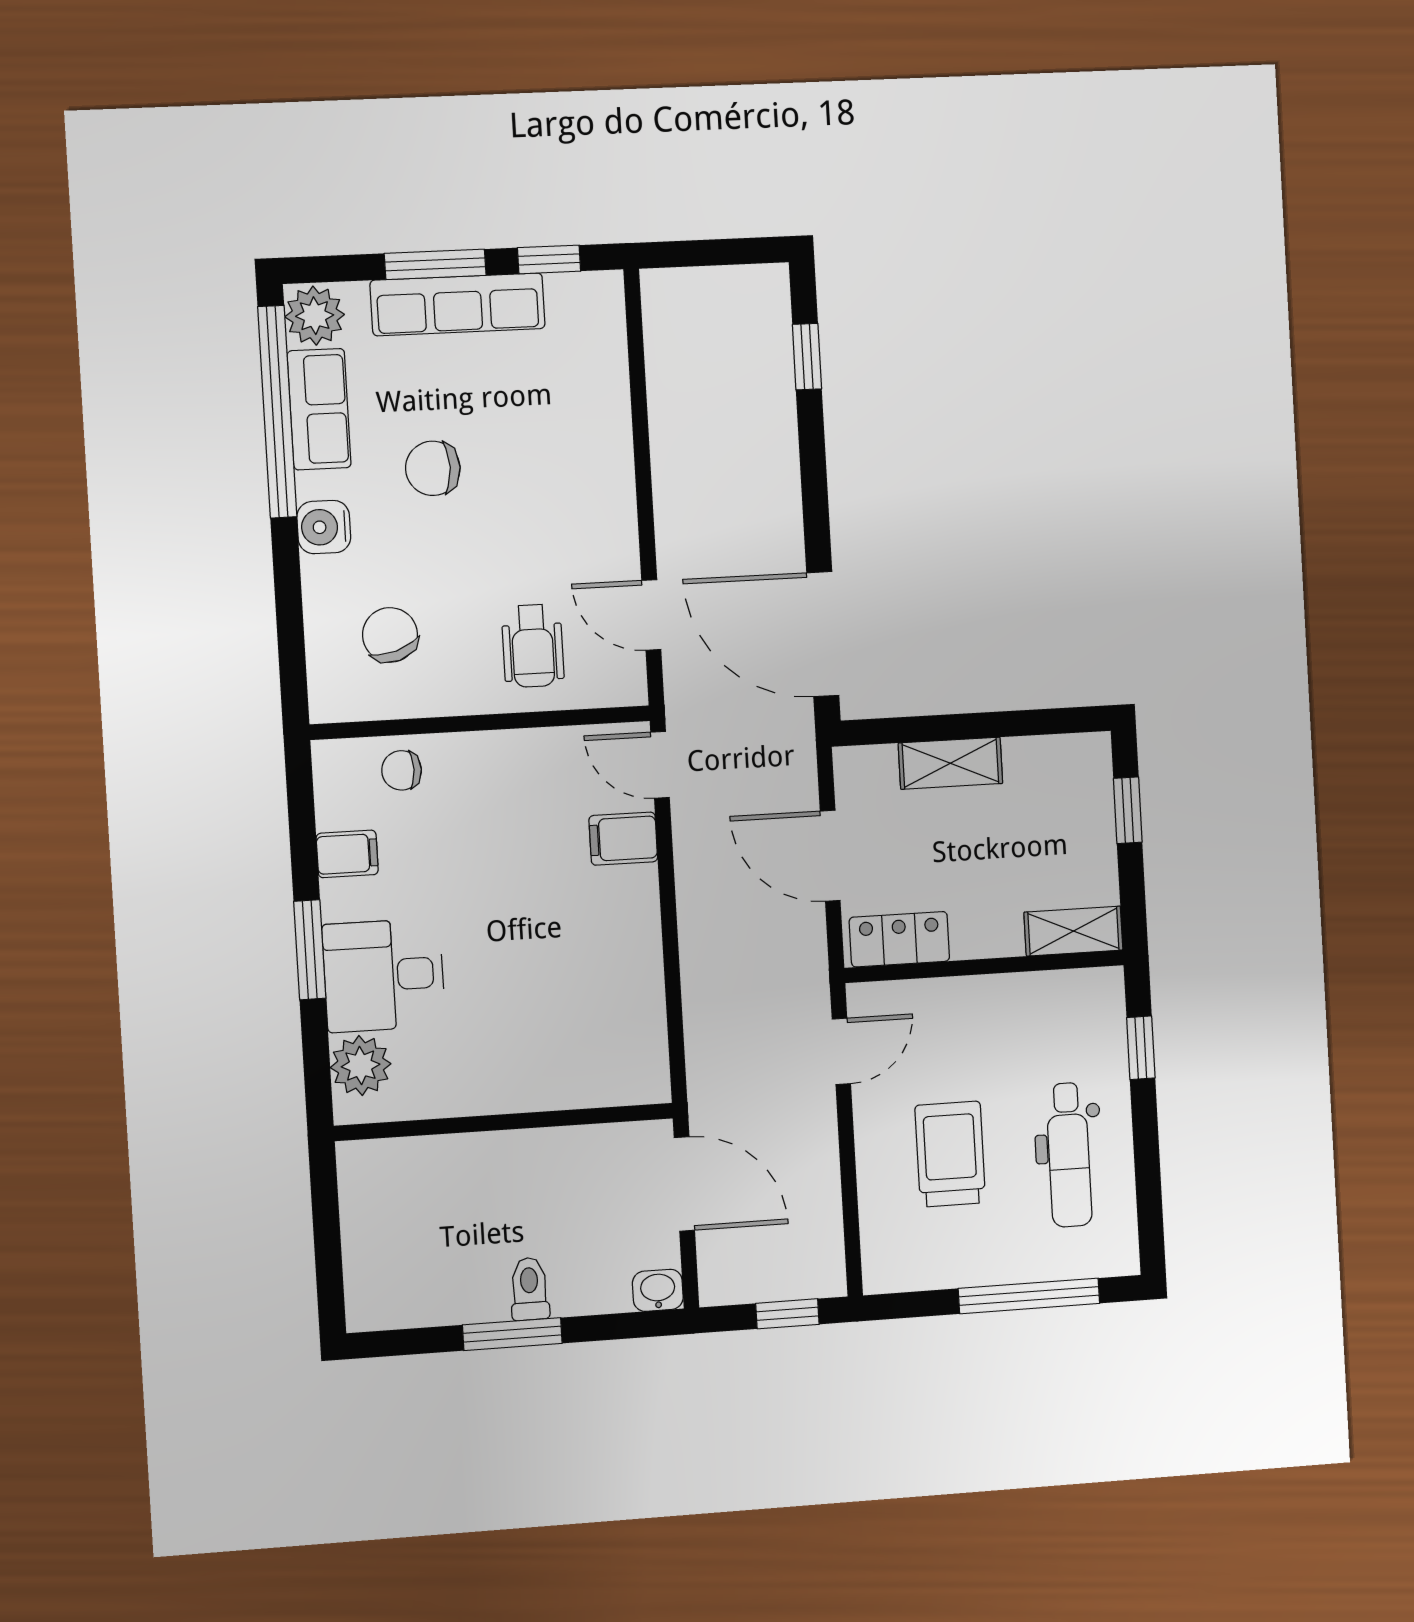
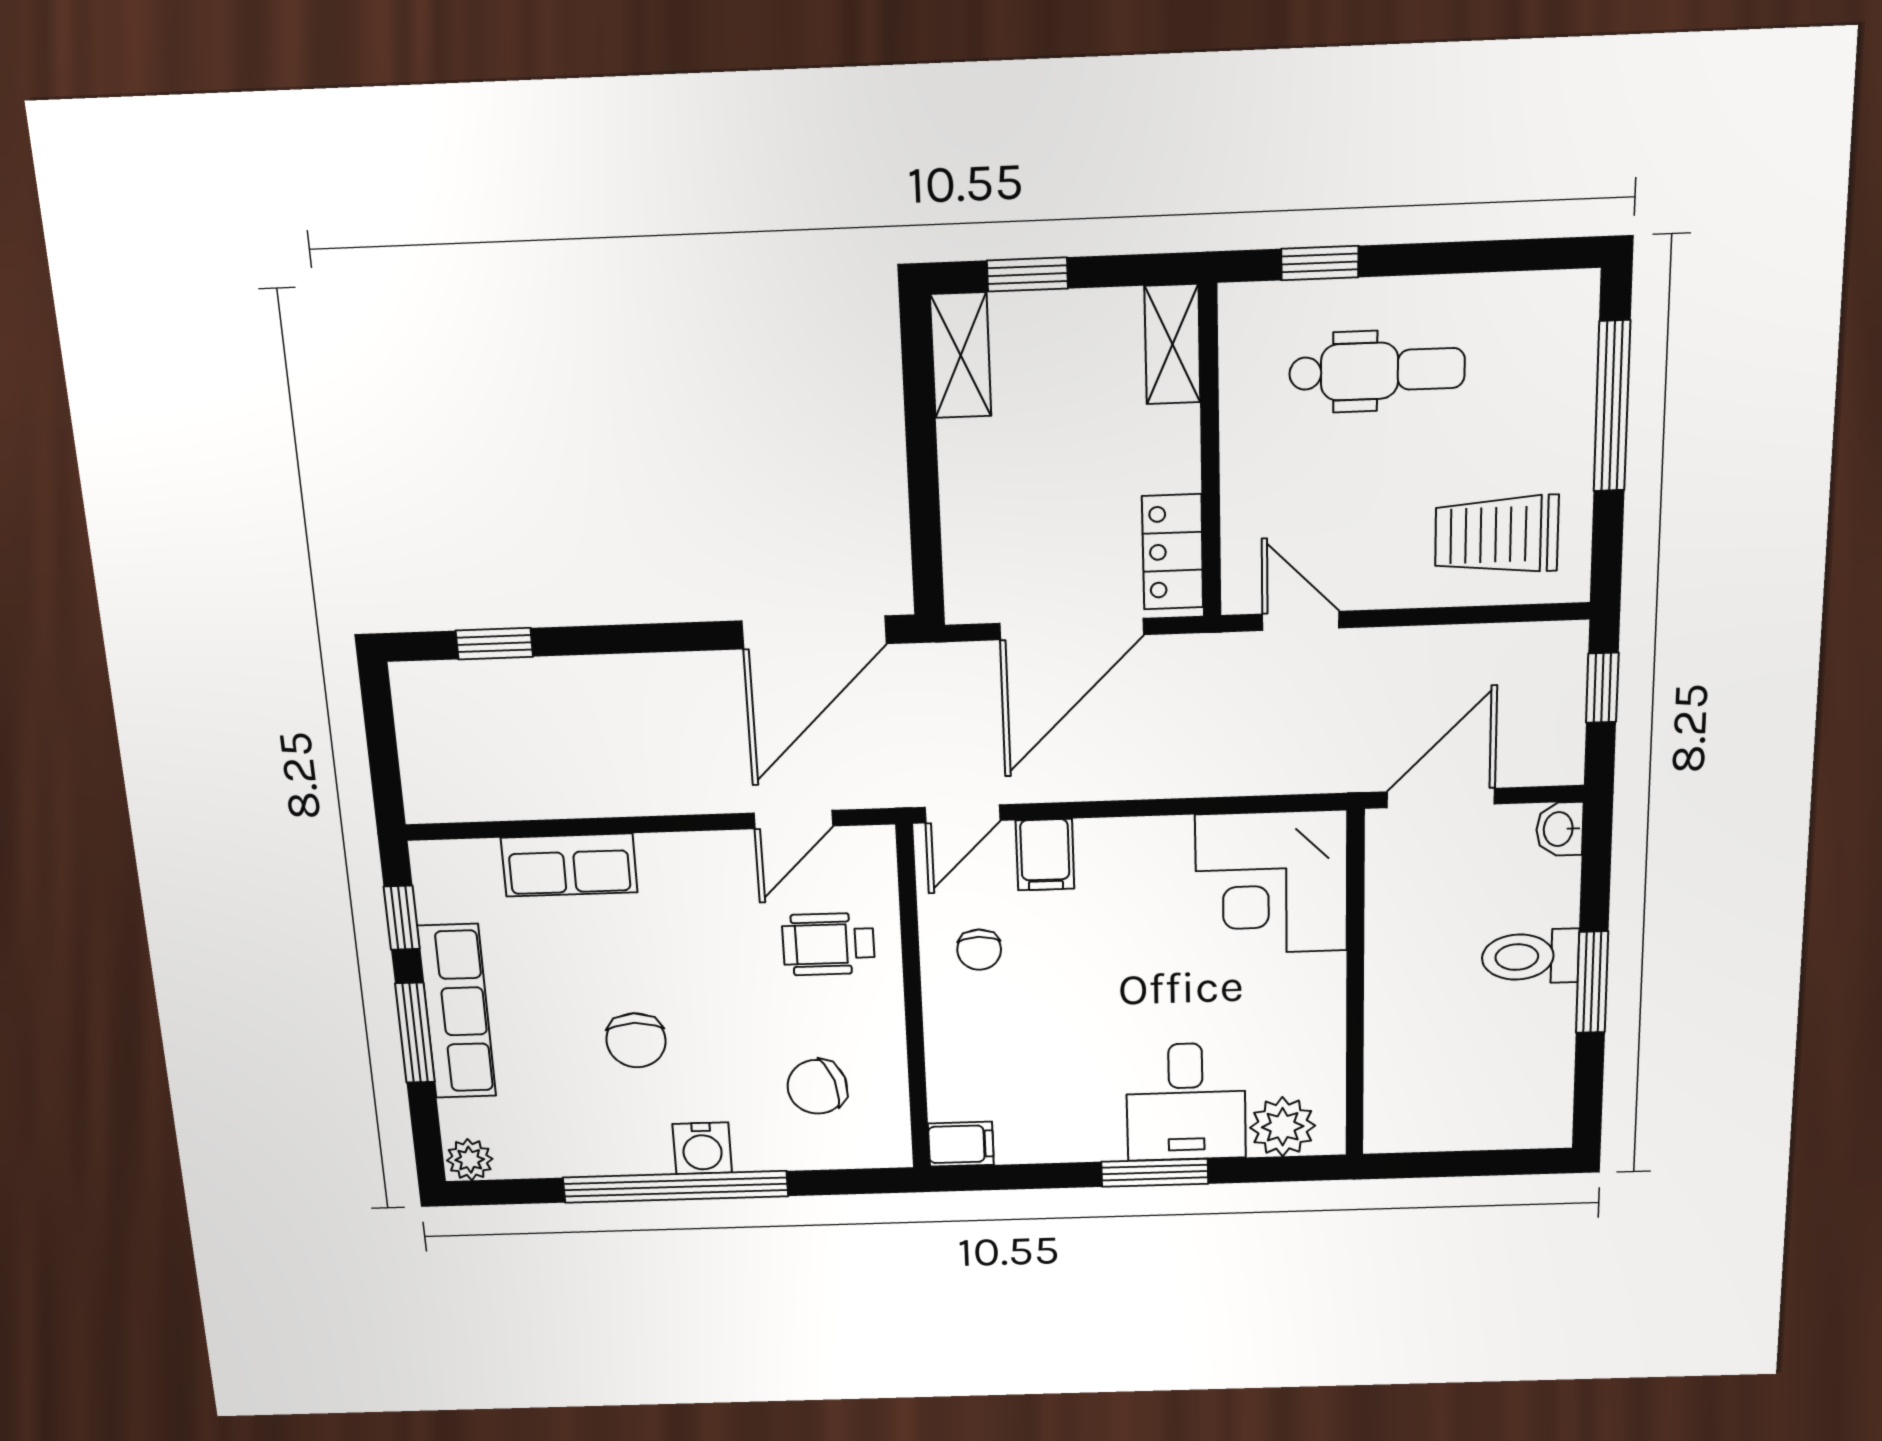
plant: (315, 316) -> (470, 1160), width x0.73, depth x0.73
row of seats: (319, 409) -> (569, 865), moved, turned 180
window: (277, 412) -> (676, 1187), moved
wheelchair: (533, 646) -> (828, 944), turned 180
shelving: (950, 763) -> (961, 355), moved
chair: (402, 770) -> (979, 950), moved
filing cabinet: (347, 854) -> (961, 1144), moved, turned 90
door: (830, 856) -> (1072, 629), width x1.36
corner desk: (601, 1041) -> (1271, 883), added
trolley: (950, 1154) -> (1497, 535), moved
dental chair: (1069, 1155) -> (1377, 371), moved
toilet: (530, 1289) -> (1530, 957), width x1.37, depth x1.39

